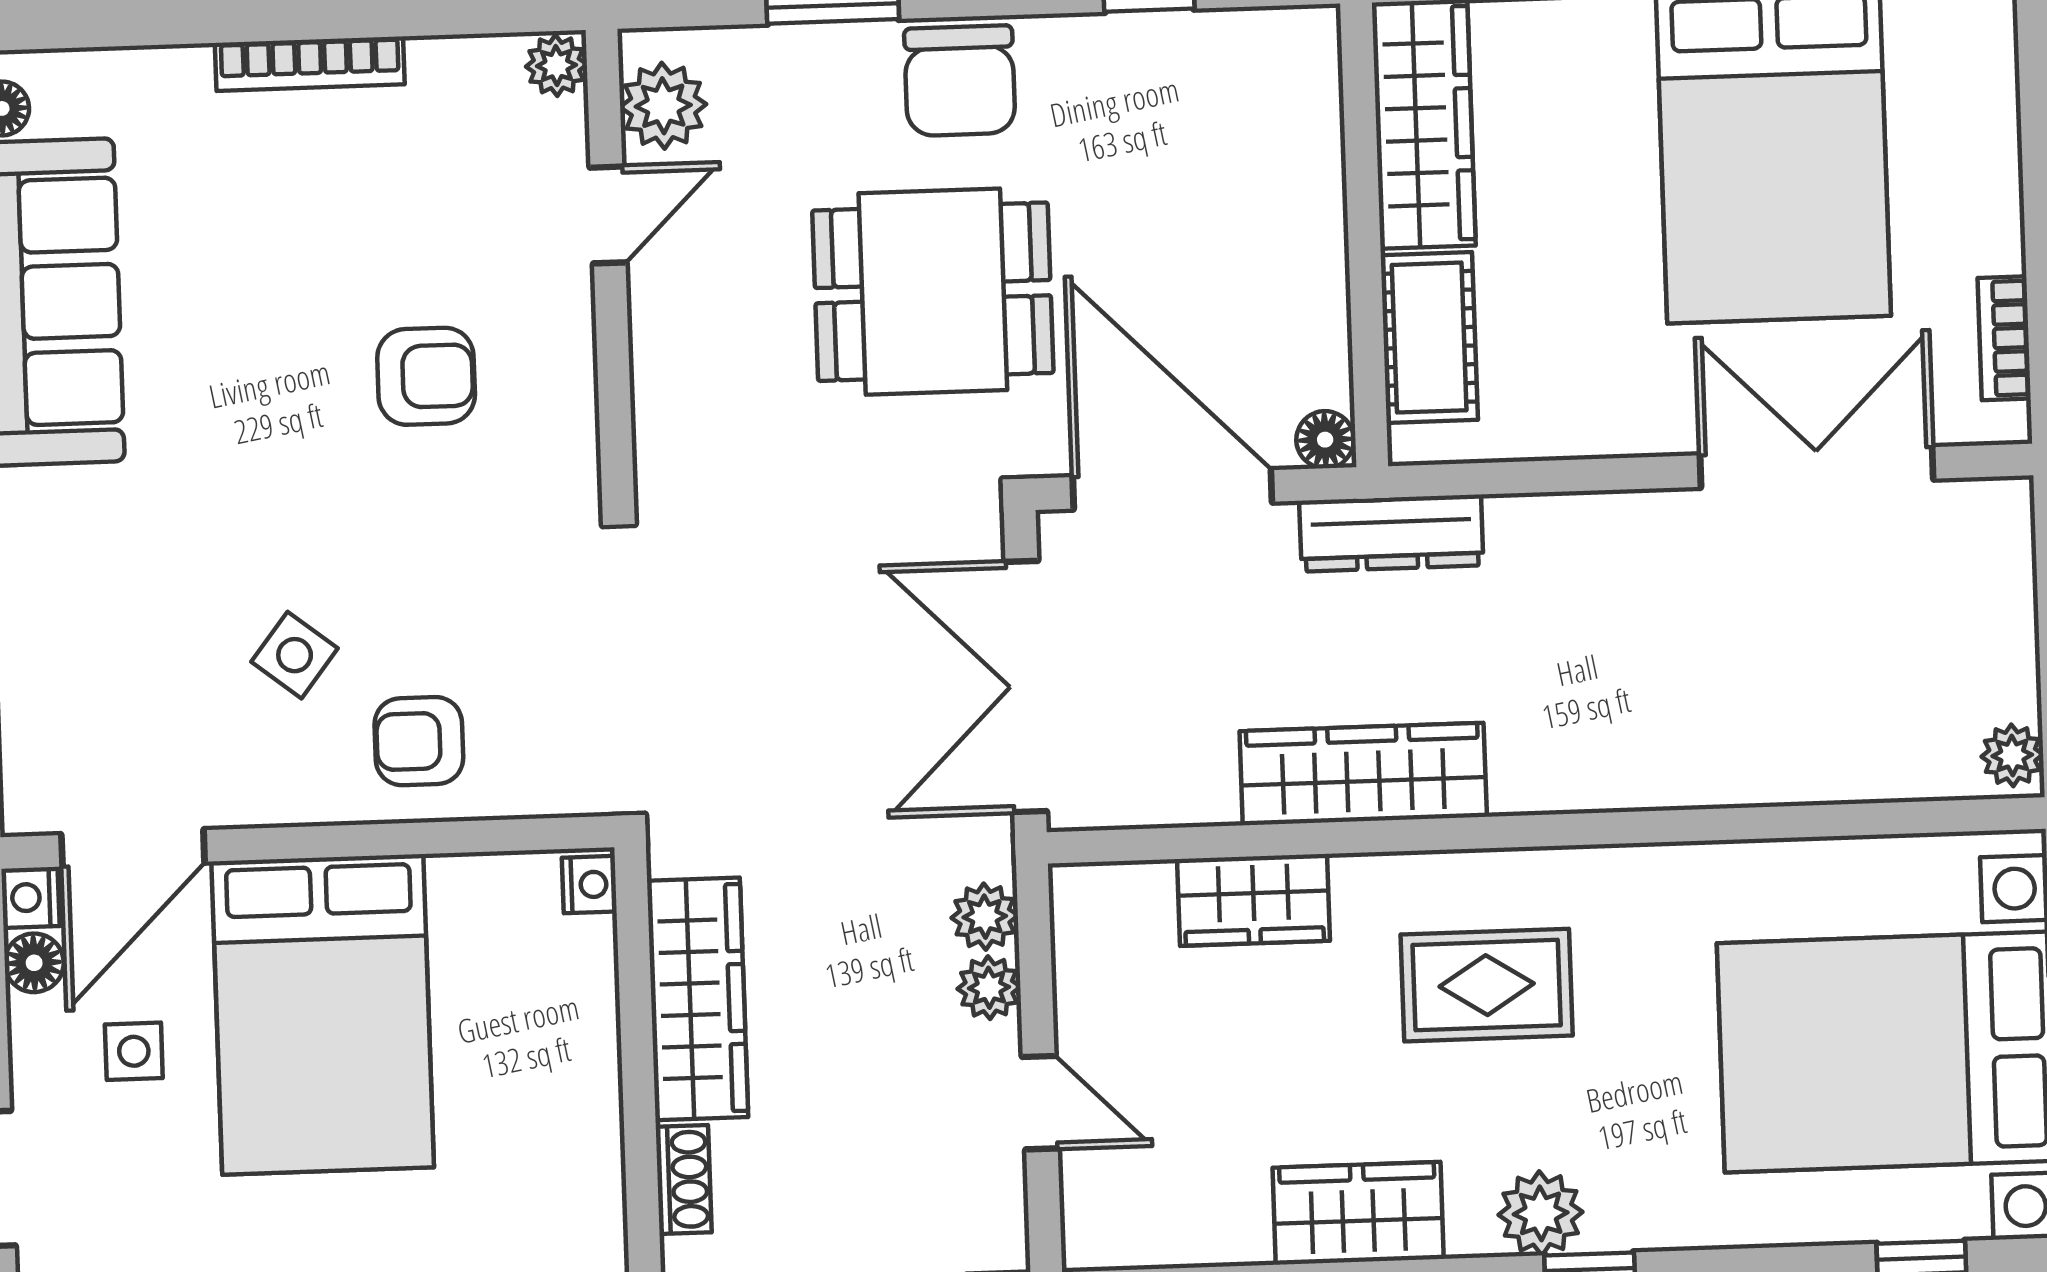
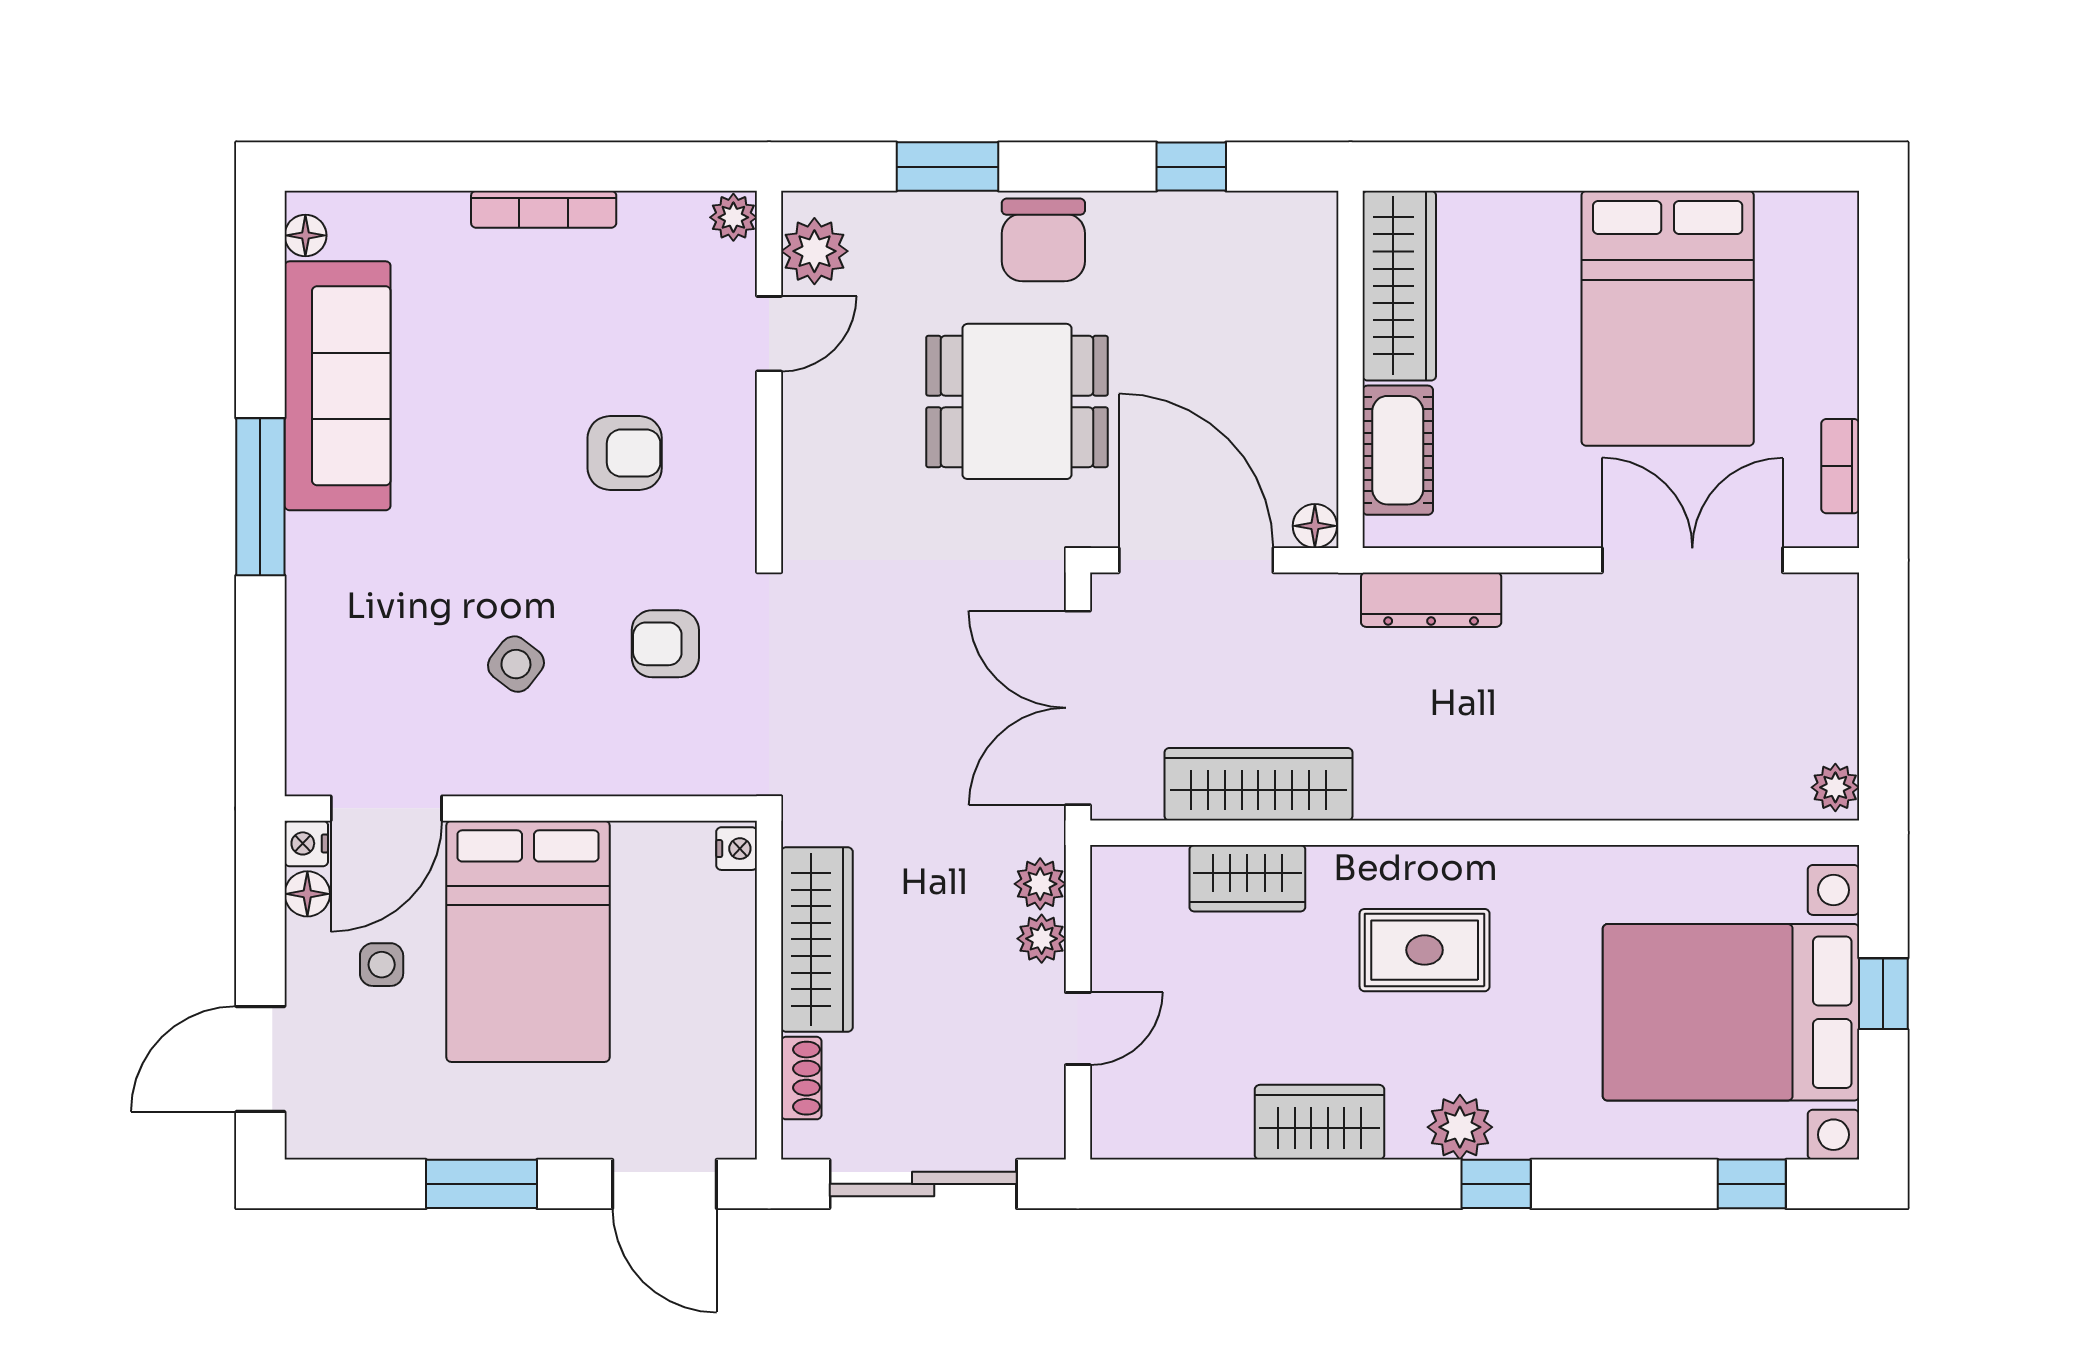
dresser: (1391, 533) -> (1431, 600), moved
armchair: (419, 741) -> (665, 644), moved
wardrobe: (1363, 774) -> (1258, 784), moved
door: (1040, 1103) -> (1078, 1029), hinge flipped

